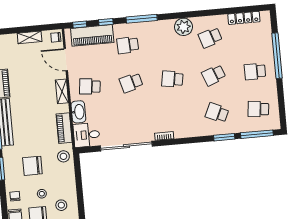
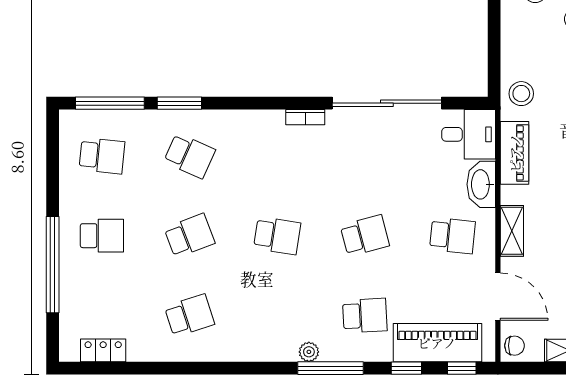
locker: (244, 18) -> (103, 350), width x0.66
plant: (184, 27) -> (309, 352), moved, width x0.53, depth x0.53

